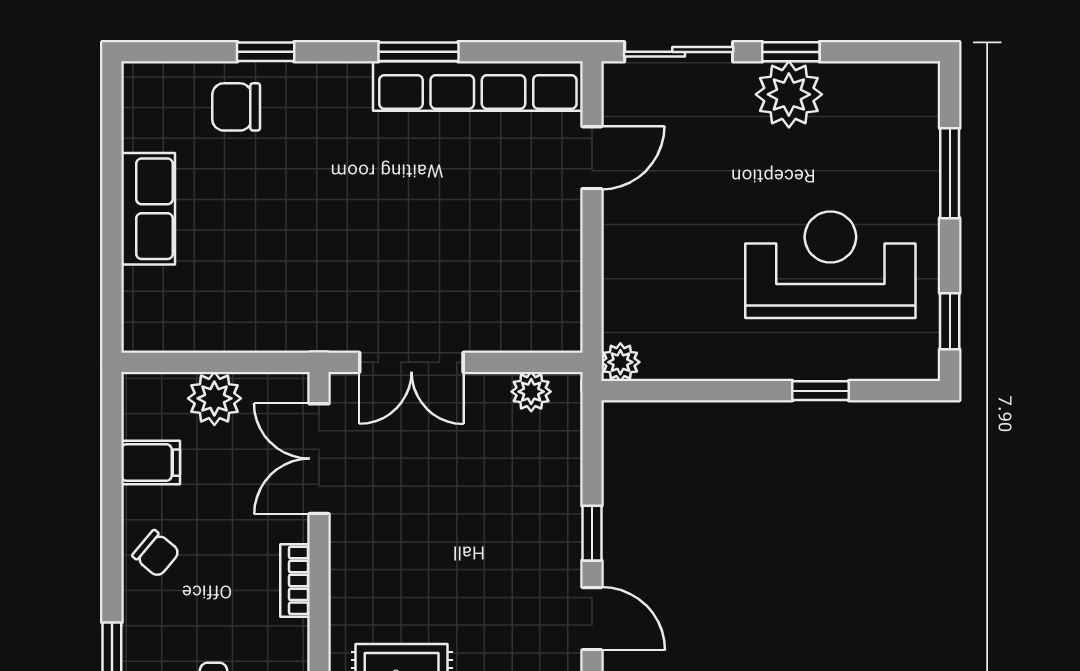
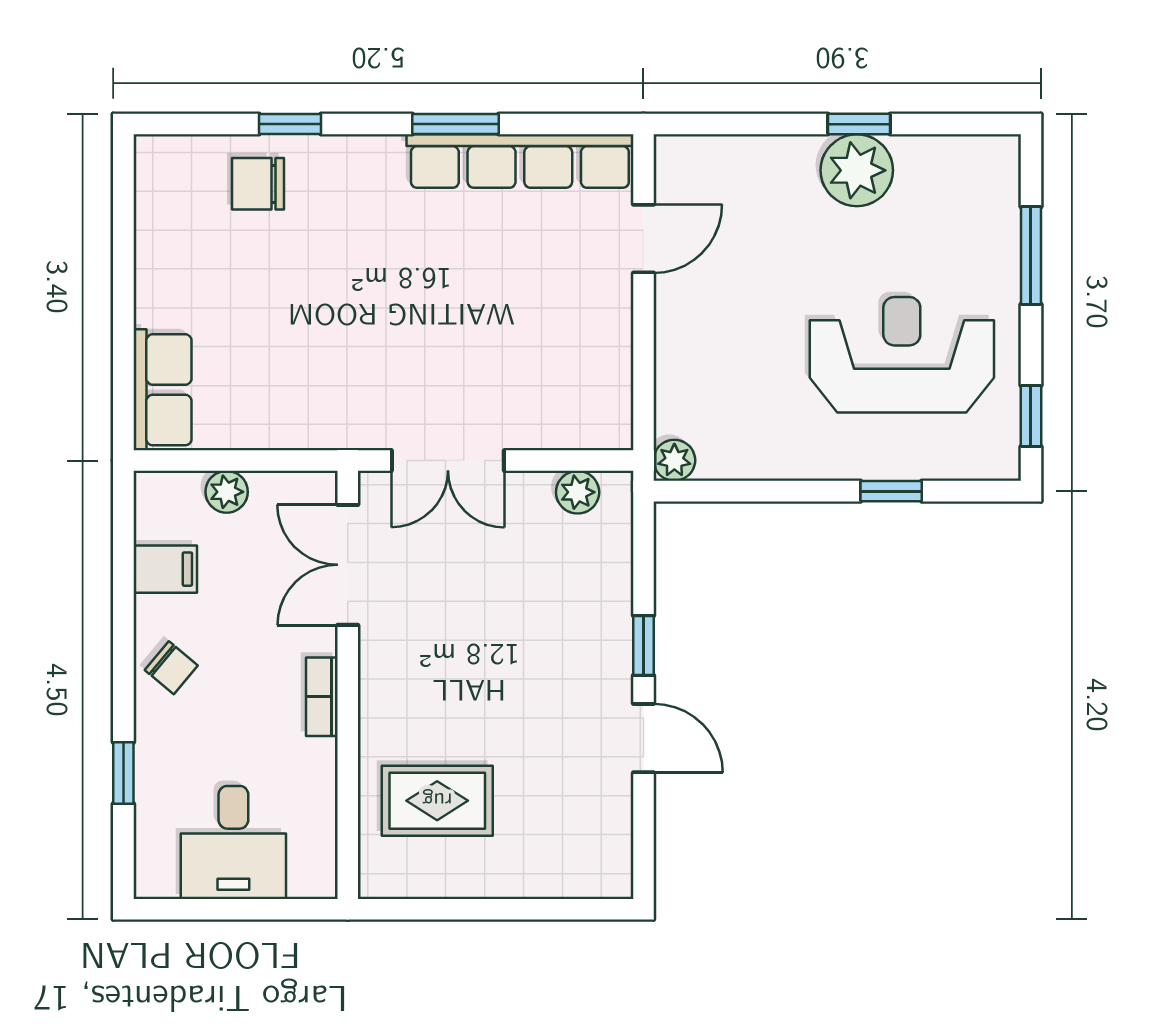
sliding door: (679, 52) -> (737, 124), removed
row of seats: (148, 209) -> (163, 390), moved
plant: (214, 398) -> (227, 492), width x0.73, depth x0.73

